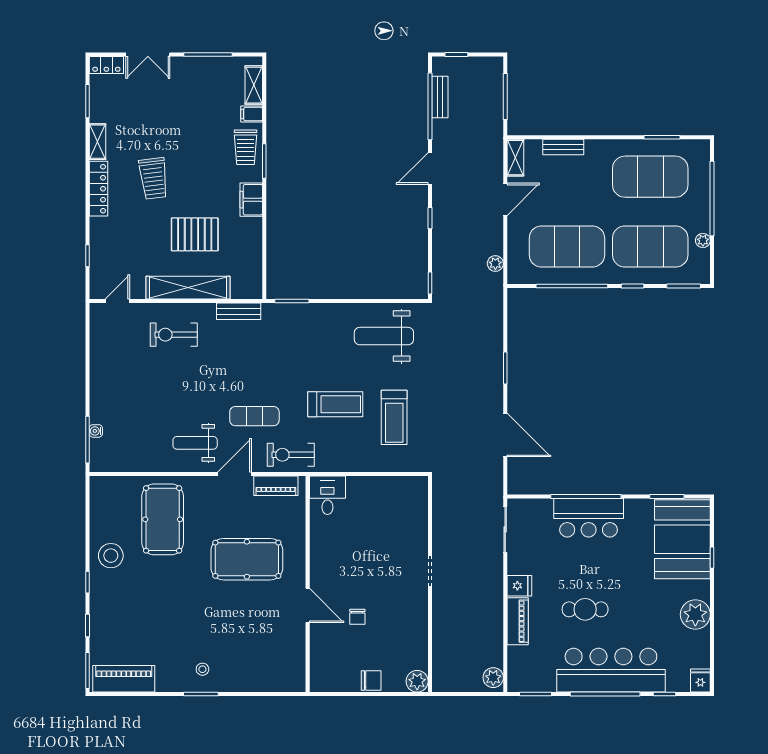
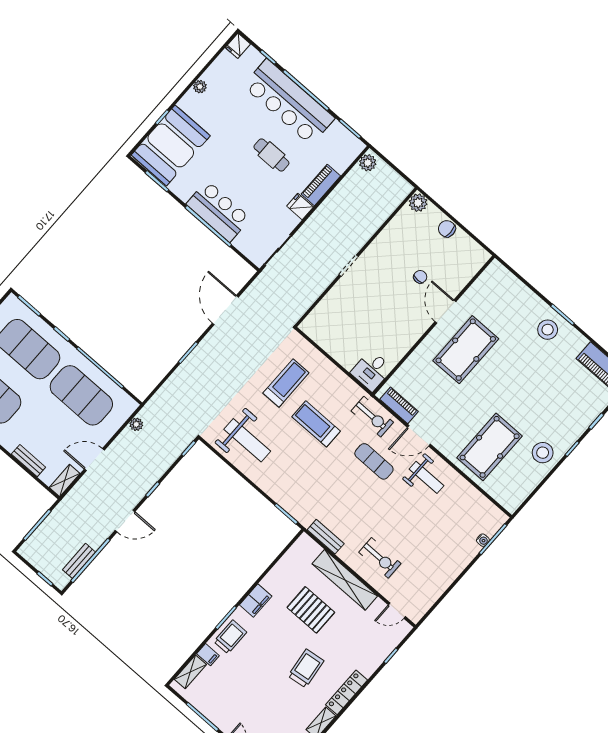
pool table: (247, 559) -> (466, 350), moved, turned 90
plant: (695, 614) -> (200, 87), width x0.53, depth x0.53
stool: (202, 669) -> (548, 330), width x1.89, depth x1.89

